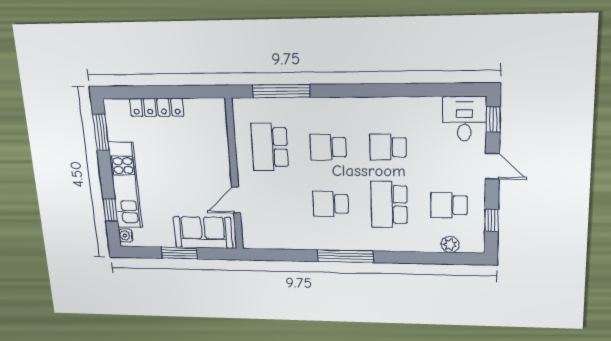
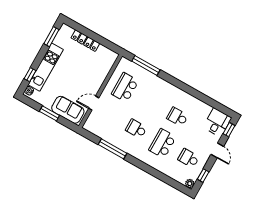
school desk: (328, 147) -> (151, 102), removed
plant: (450, 245) -> (190, 184), moved
window: (345, 256) -> (113, 149), moved

